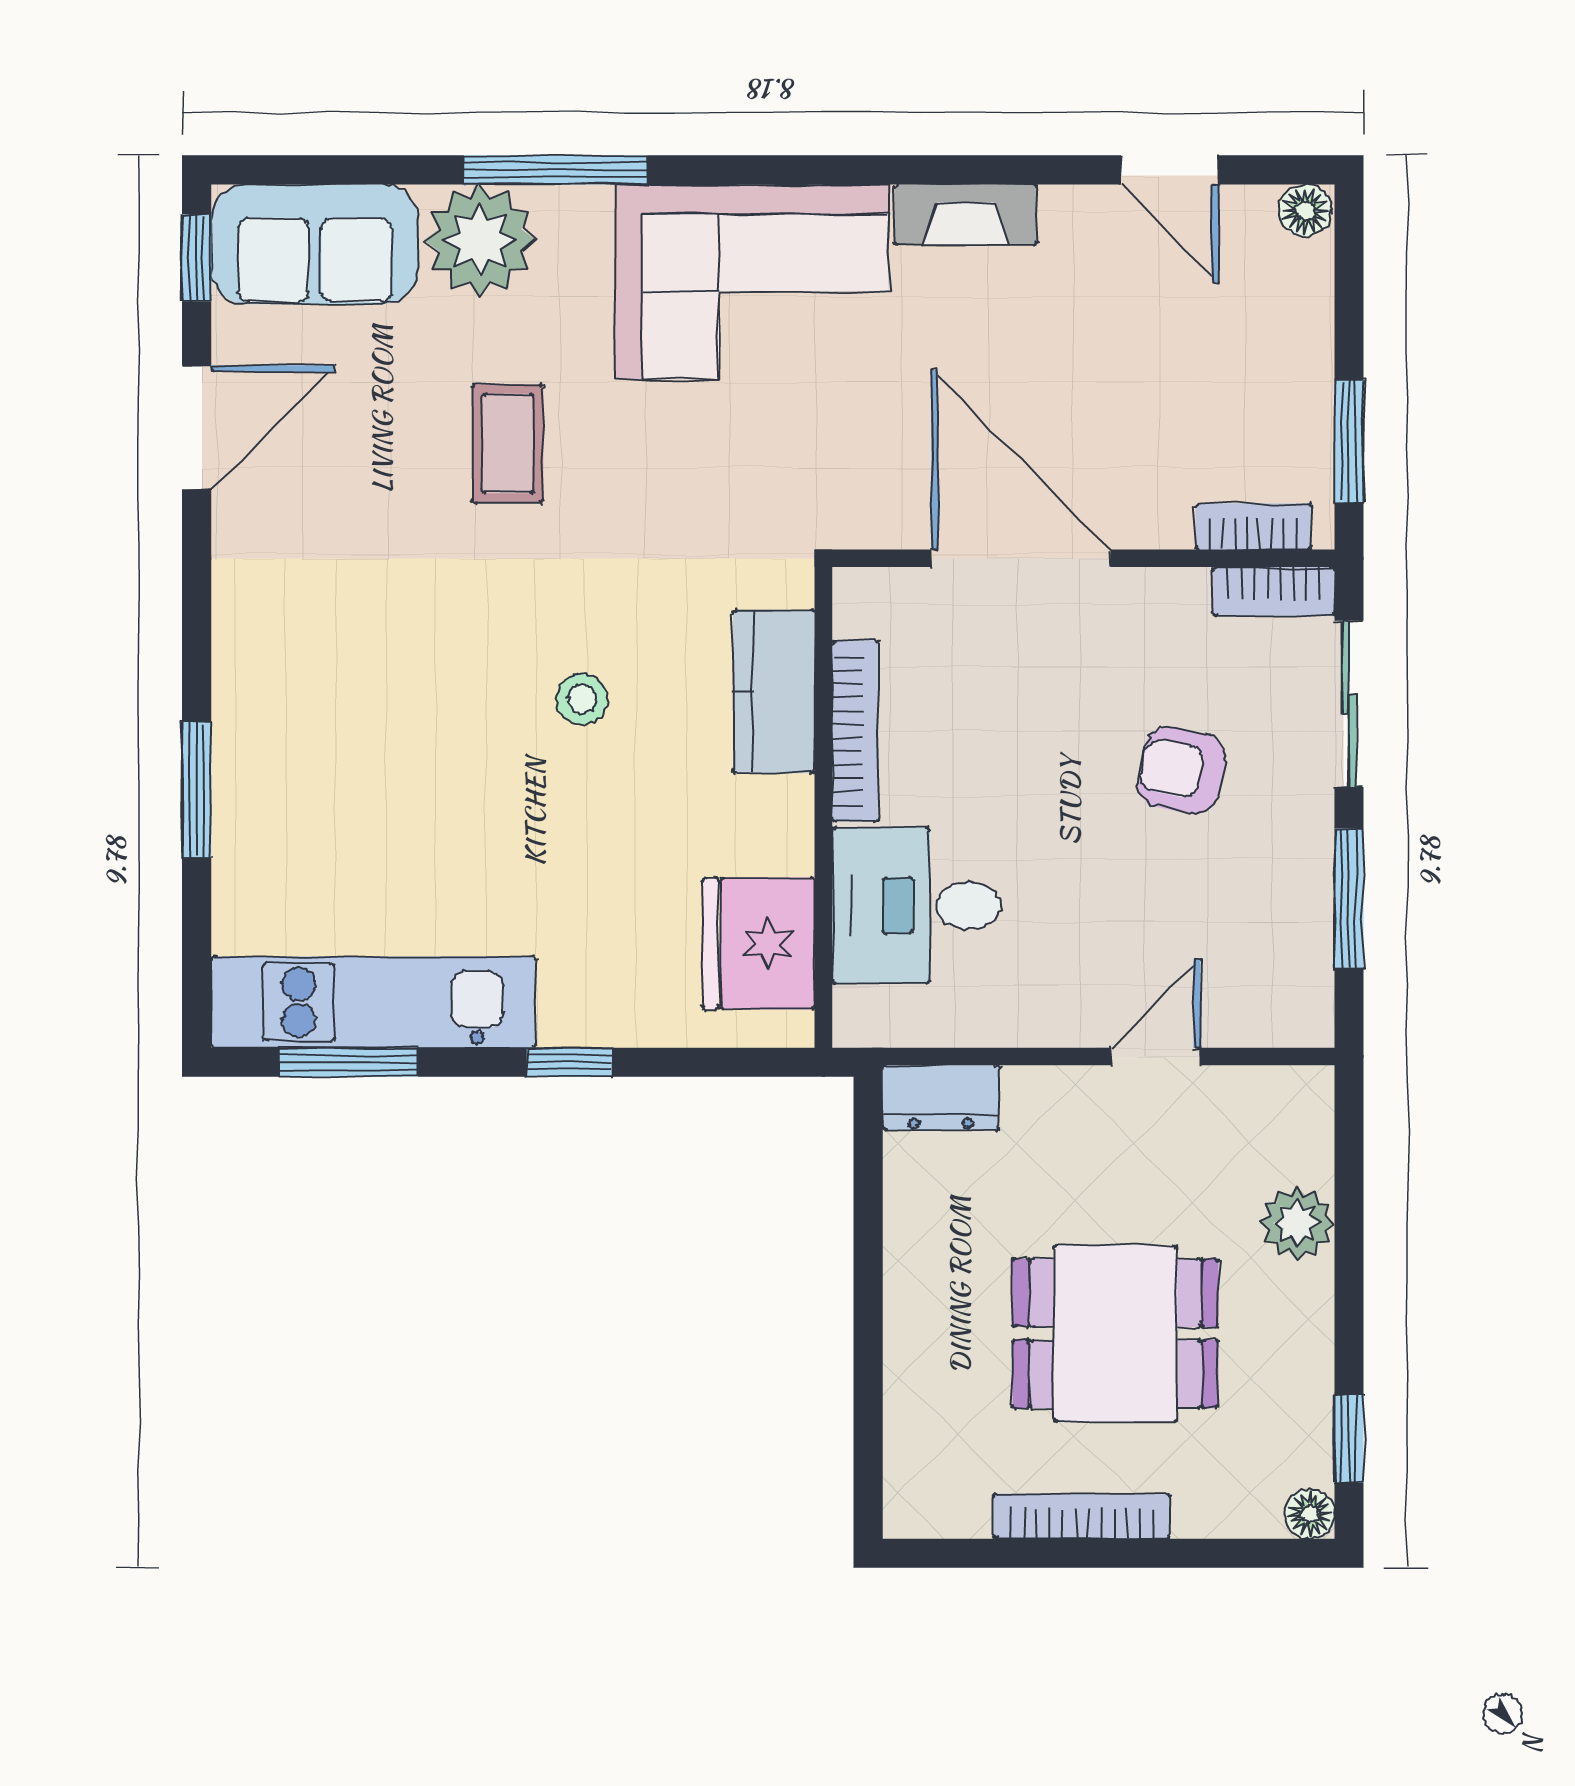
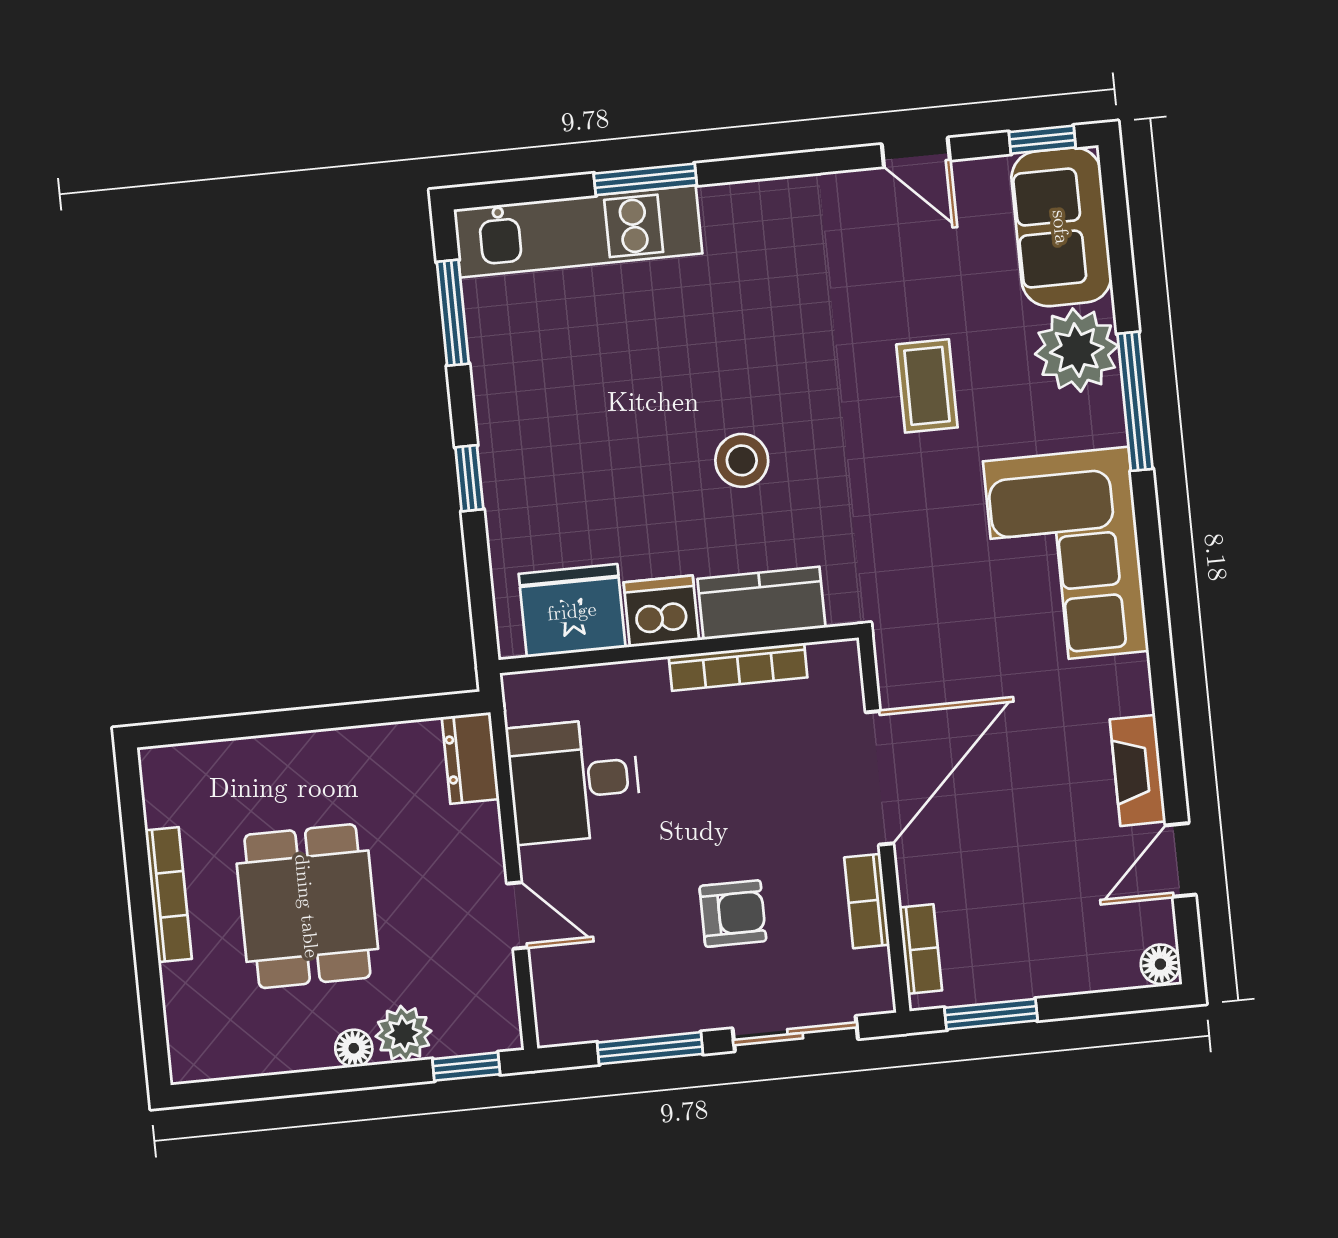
fireplace: (966, 215) -> (1138, 770), moved
door: (197, 427) -> (916, 152), width x0.73
coffee table: (508, 443) -> (927, 386), turned 90
bookcase: (1274, 591) -> (867, 901), moved
stool: (582, 699) -> (742, 460), width x1.37, depth x1.37
armchair: (1181, 771) -> (733, 914), turned 78
dishwasher: (771, 825) -> (661, 611), added
desk: (916, 906) -> (574, 781), moved, turned -90
kitchen unit: (373, 1002) -> (578, 231), moved, turned 90
window: (1349, 1439) -> (466, 1067), moved
floor lamp: (1310, 1514) -> (354, 1048), moved

